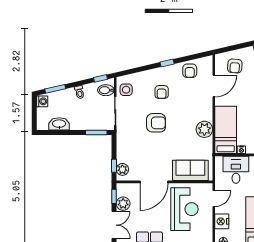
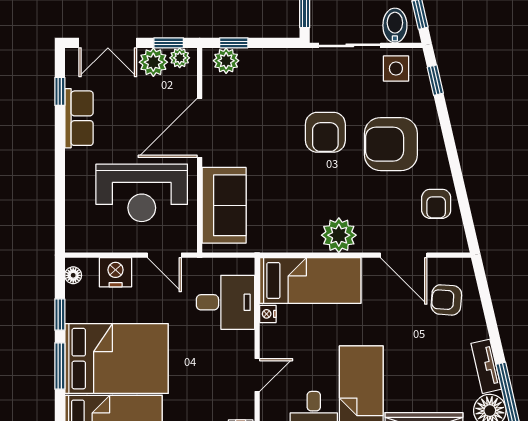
window: (167, 63) -> (435, 80), moved
armchair: (190, 71) -> (436, 204), turned -90
armchair: (162, 92) -> (391, 144), width x1.88, depth x1.88
plant: (204, 129) -> (339, 235), moved
door: (154, 182) -> (200, 128), hinge flipped
plant: (121, 191) -> (180, 58), added

